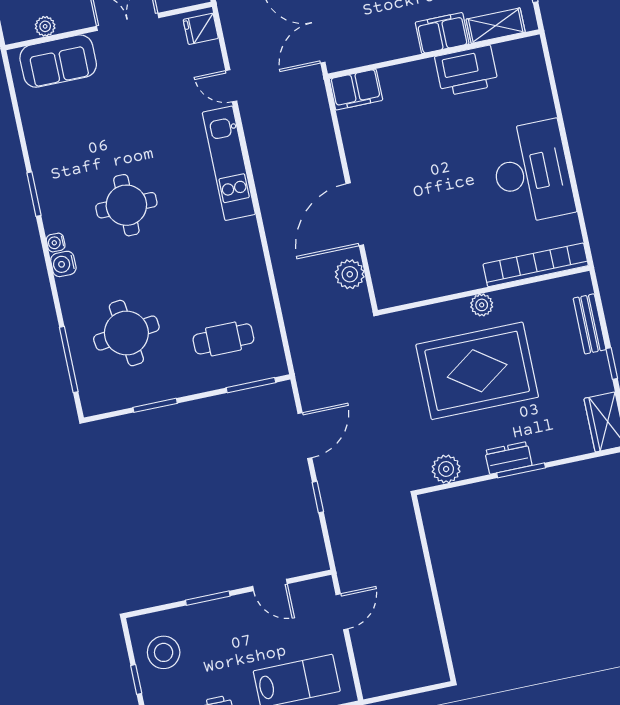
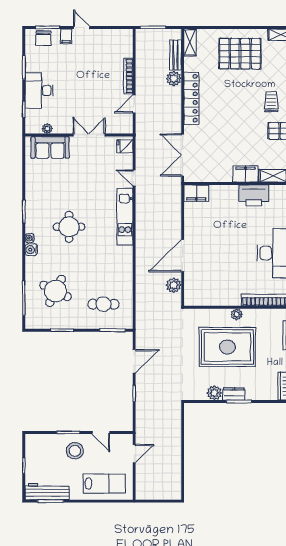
round table: (126, 333) -> (56, 291), turned 33
plant: (446, 469) -> (214, 393), moved
stool: (164, 652) -> (75, 451), moved

